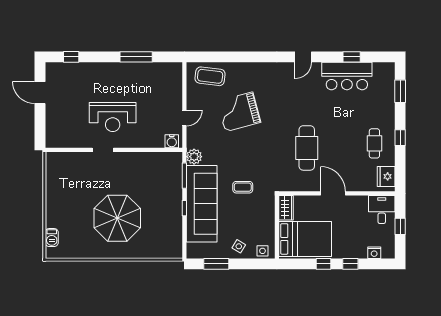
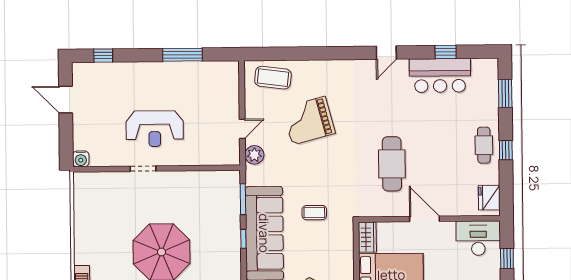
water cooler: (172, 141) -> (81, 159), moved
cafe table: (374, 143) -> (484, 145), moved
plant: (194, 157) -> (254, 155), moved
desk: (382, 209) -> (478, 238), width x1.37

